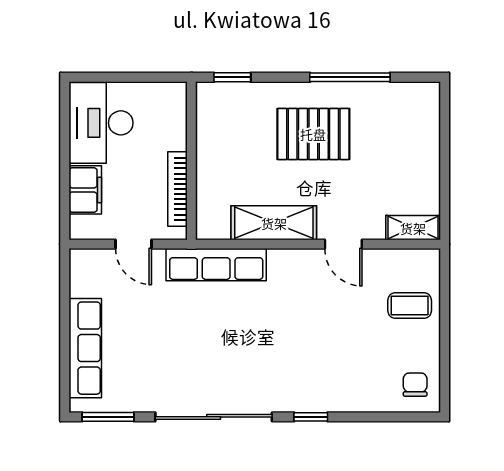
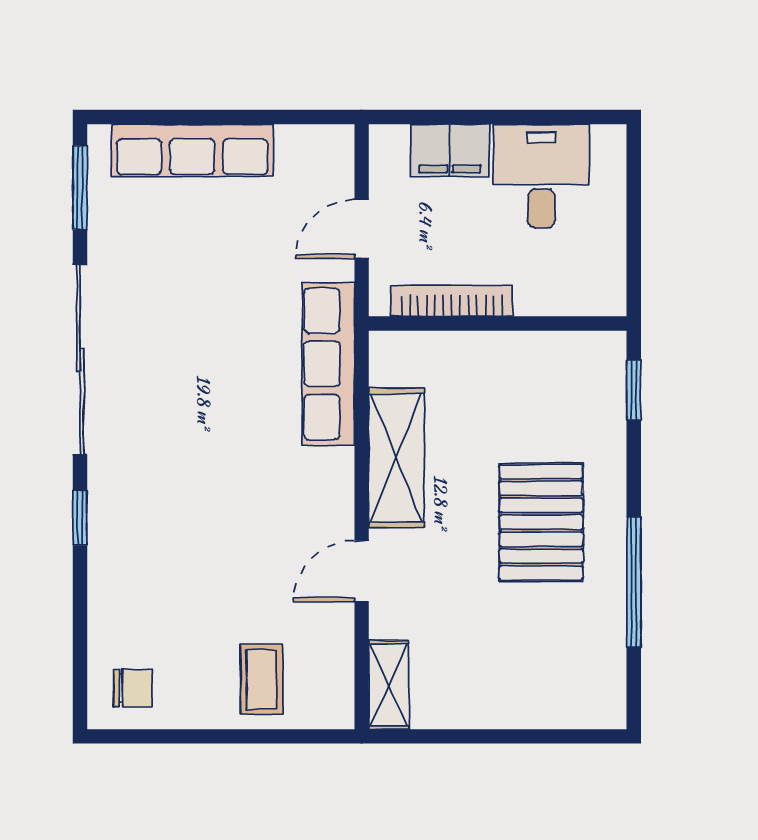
desk: (101, 123) -> (541, 176), width x0.73

